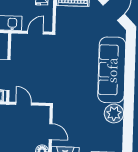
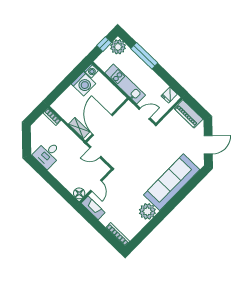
door: (24, 104) -> (95, 152), swing flipped

